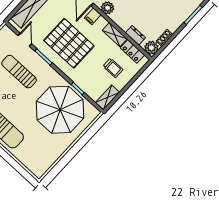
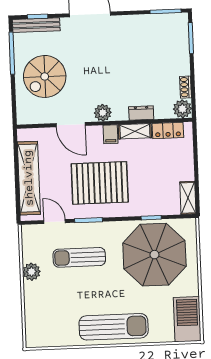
filing cabinet: (93, 16) -> (111, 134), moved
dresser: (135, 35) -> (141, 113), moved
trolley: (113, 68) -> (165, 165), removed
barbecue: (43, 161) -> (187, 319), added

